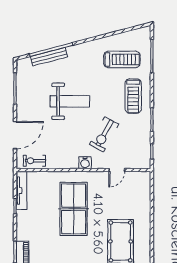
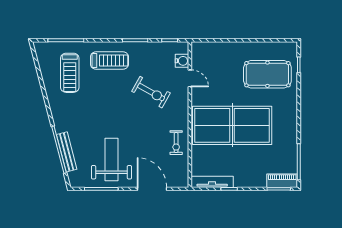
treadmill: (122, 59) -> (70, 73), turned 180
weight bench: (70, 101) -> (111, 159), moved
exercise bike: (34, 161) -> (176, 143), moved
water cooler: (85, 163) -> (182, 61), moved
table tennis table: (74, 209) -> (232, 125), width x1.36, depth x1.32

